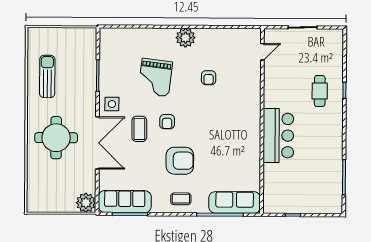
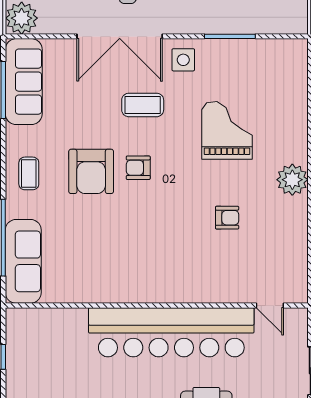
grand piano: (155, 77) -> (227, 130), turned 83
armchair: (209, 78) -> (227, 218), turned 180
armchair: (167, 122) -> (138, 168), moved
bar counter: (278, 136) -> (171, 332), width x1.86

